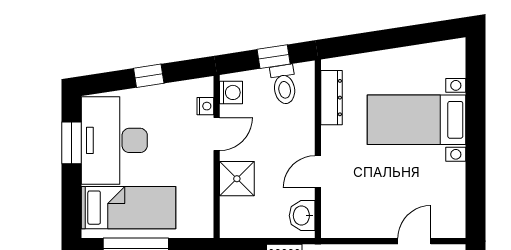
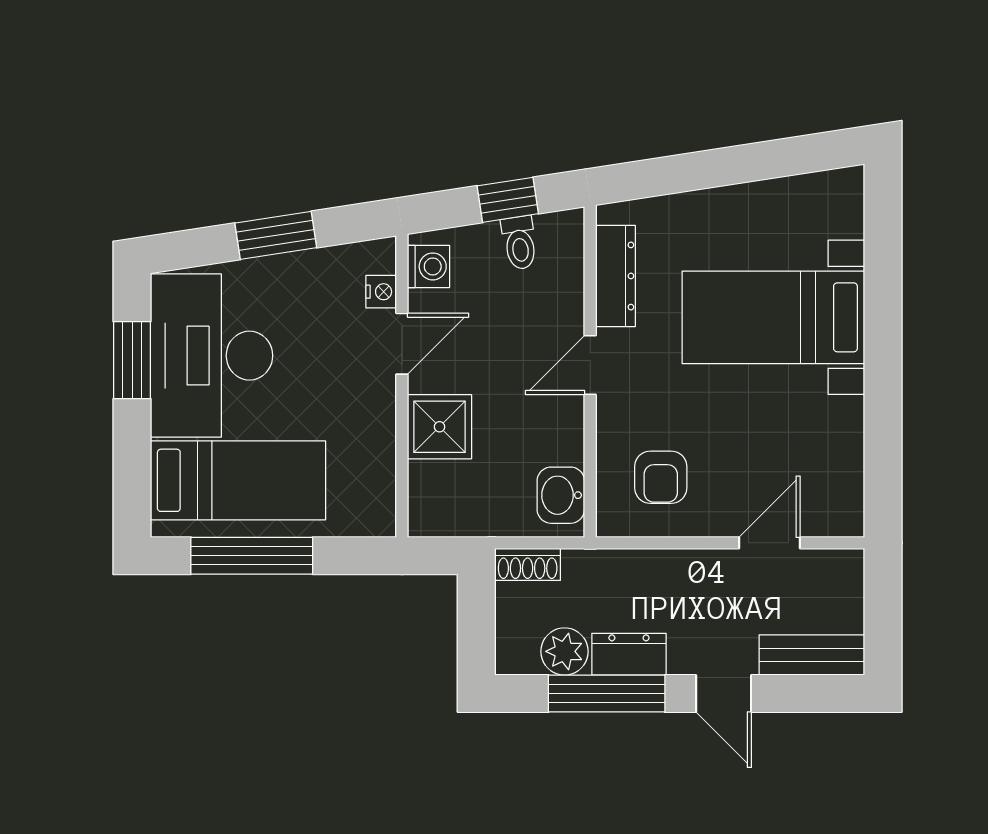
window: (149, 76) -> (276, 235), width x1.50
toilet: (284, 85) -> (519, 243), width x0.73, depth x0.72
door: (318, 172) -> (590, 365), moved
armchair: (356, 206) -> (661, 477), added

